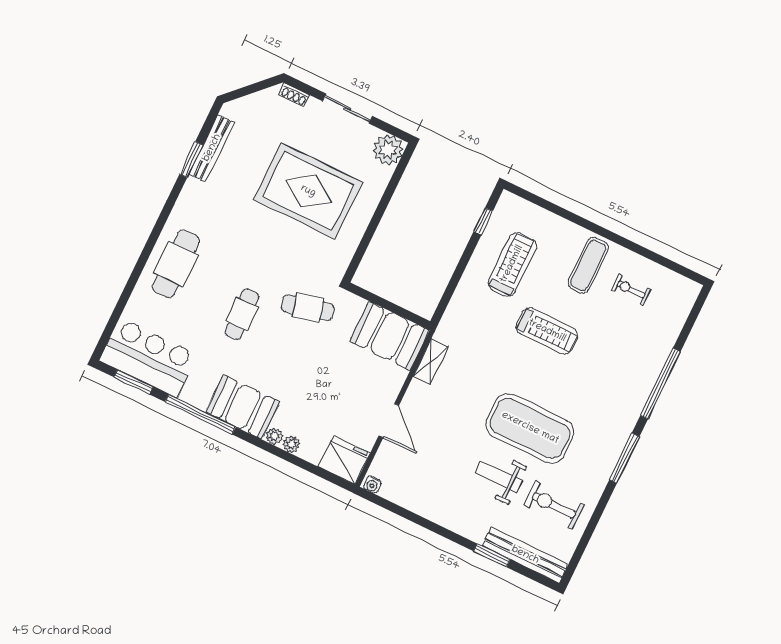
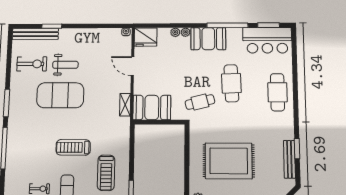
cafe table: (242, 314) -> (231, 83), width x1.37, depth x1.35

